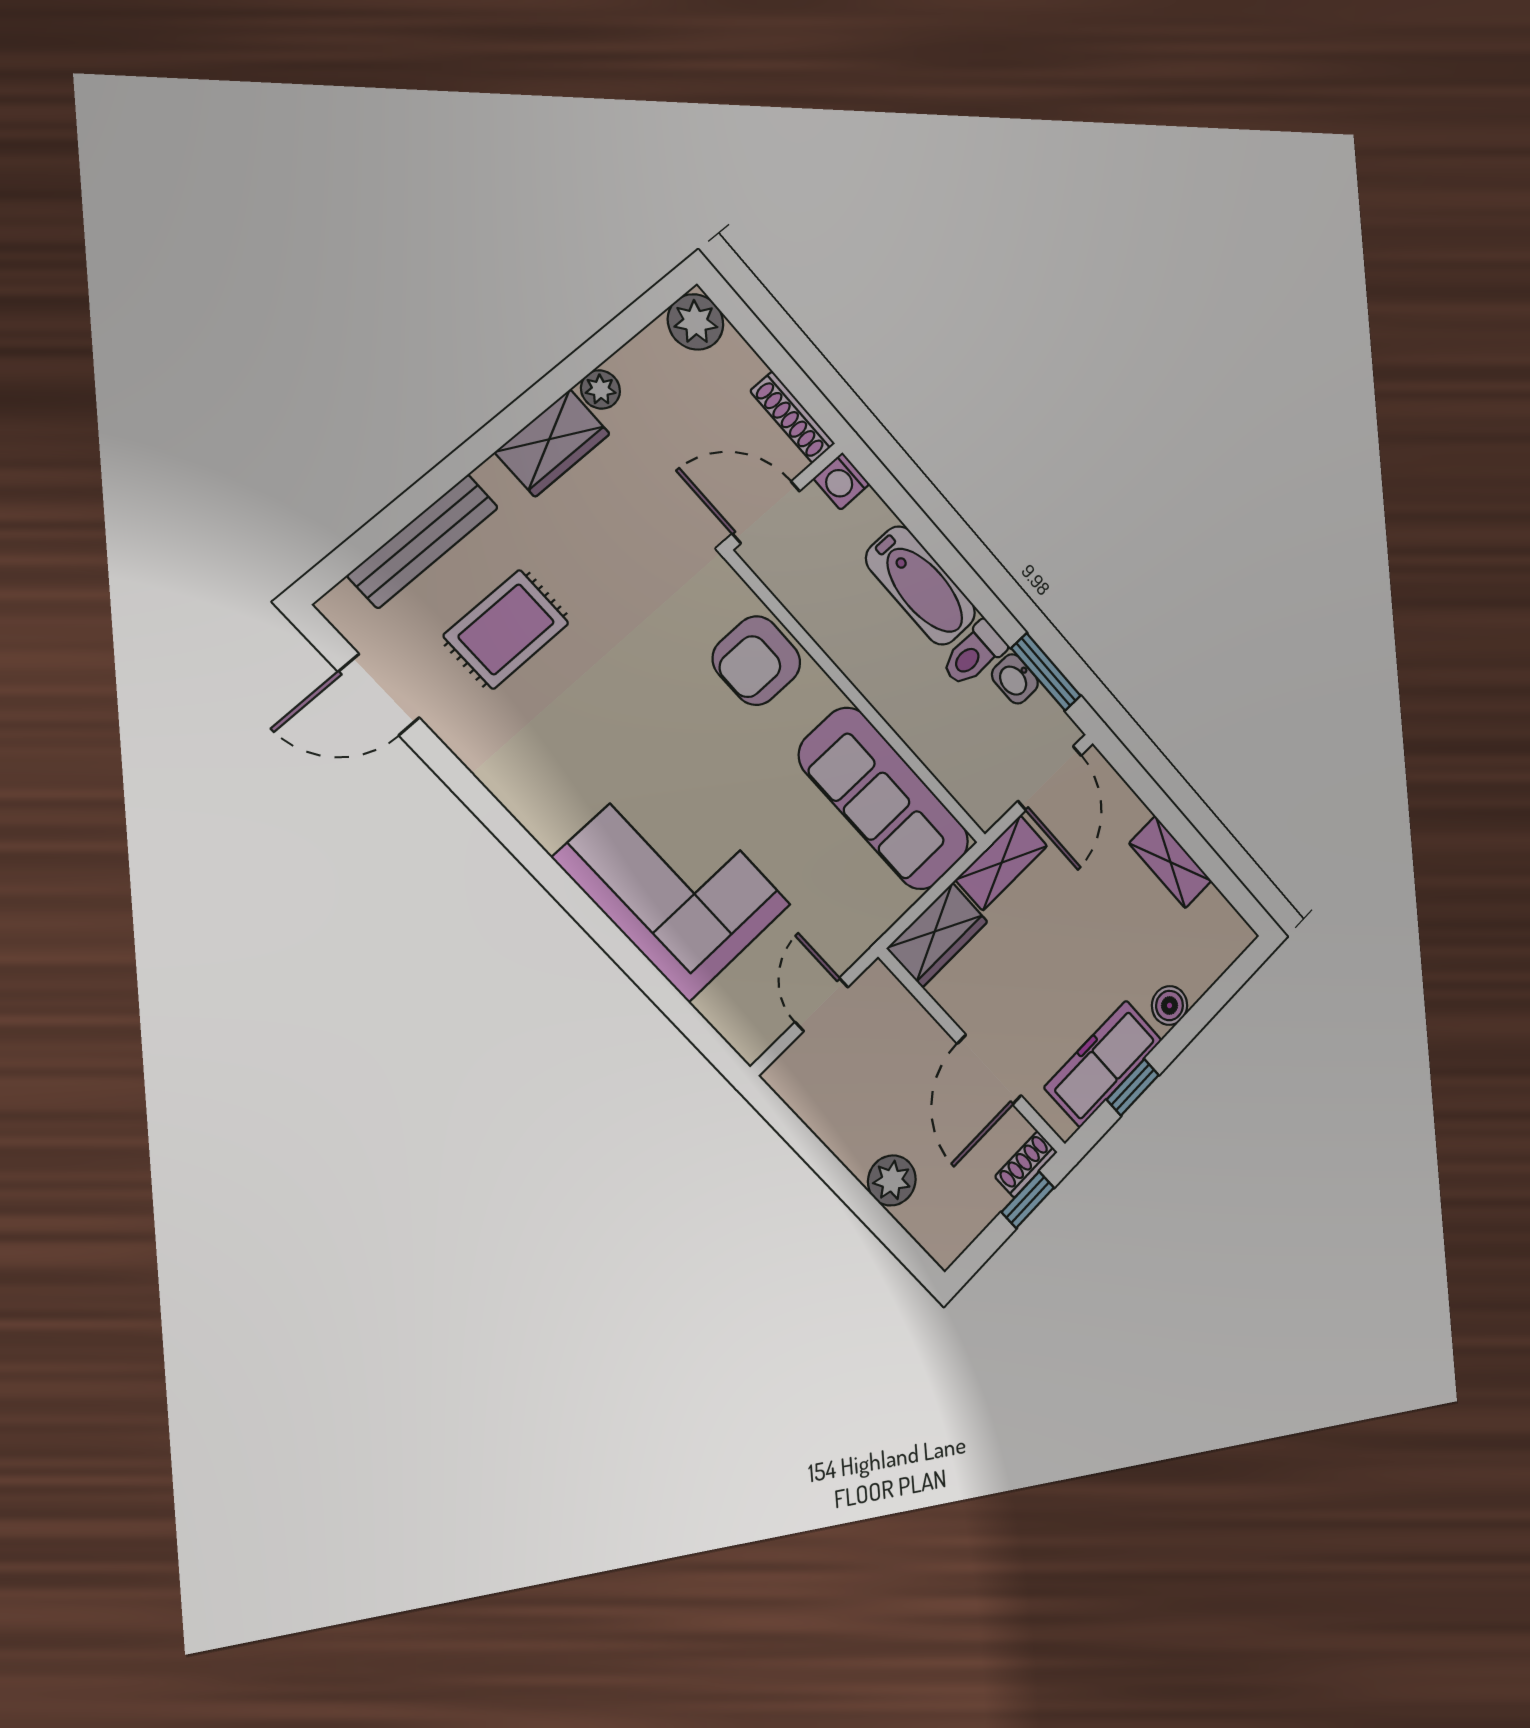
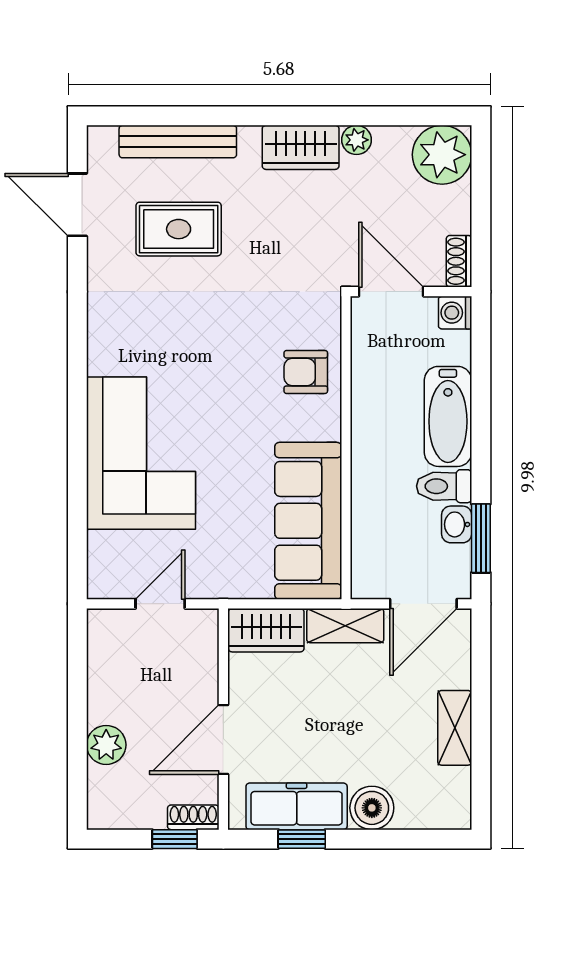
plant: (696, 322) -> (442, 155), width x1.36, depth x1.36
shoe rack: (793, 417) -> (459, 261), width x0.70
armchair: (757, 661) -> (306, 372), width x0.72, depth x0.72
boiler: (1170, 1005) -> (372, 808), width x1.36, depth x1.36

